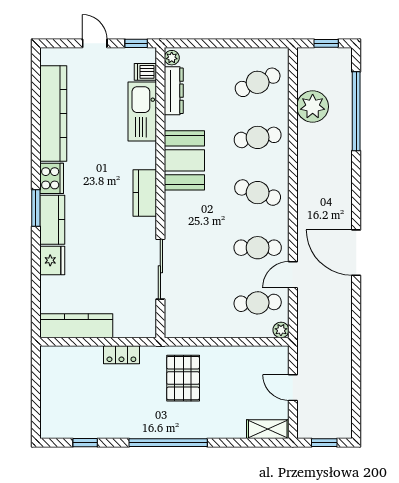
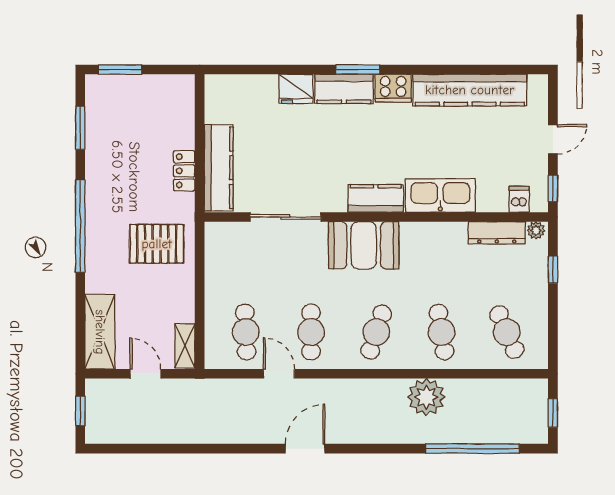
window: (205, 43) -> (553, 270), added
plant: (313, 107) -> (426, 397), moved
kitchen sink: (142, 111) -> (440, 195), moved
booth: (184, 160) -> (364, 245), moved
door: (356, 253) -> (305, 449), width x0.73
kitchen counter: (76, 326) -> (219, 168), moved
plant: (281, 330) -> (214, 360), removed
shelving: (269, 354) -> (185, 346), added
door: (293, 388) -> (145, 374), hinge flipped
window: (36, 409) -> (120, 70), added
shelving: (268, 429) -> (100, 332), width x1.50, depth x1.33
window: (85, 443) -> (80, 128), width x1.50

